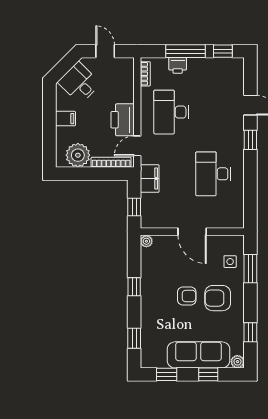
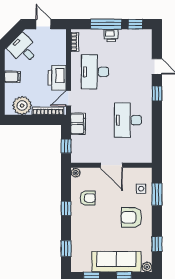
printer: (178, 65) -> (111, 35), moved
armchair: (187, 296) -> (88, 198), moved

